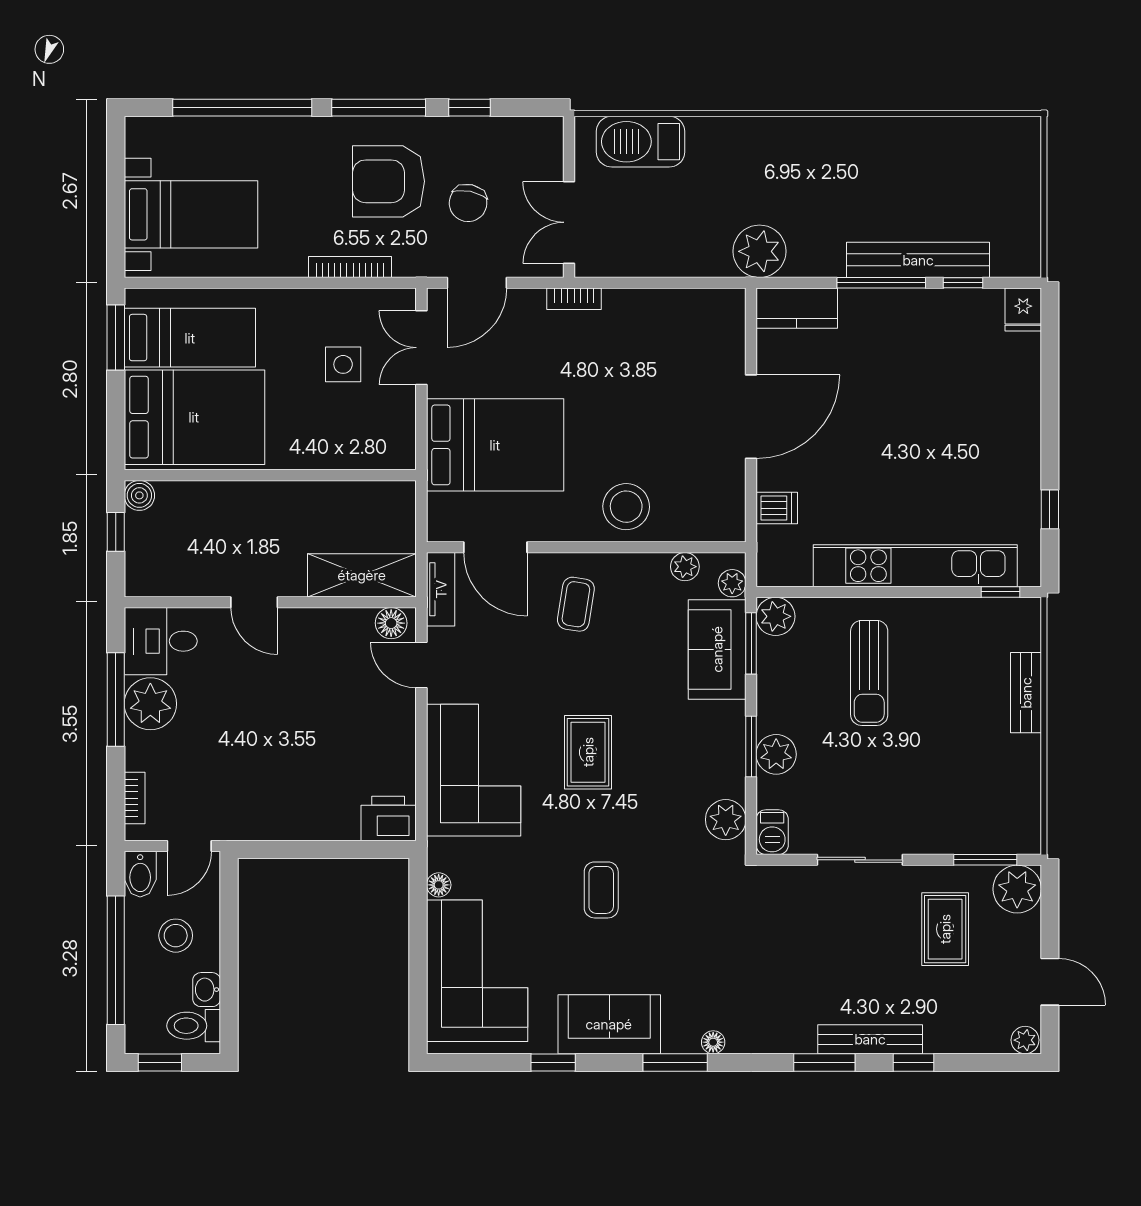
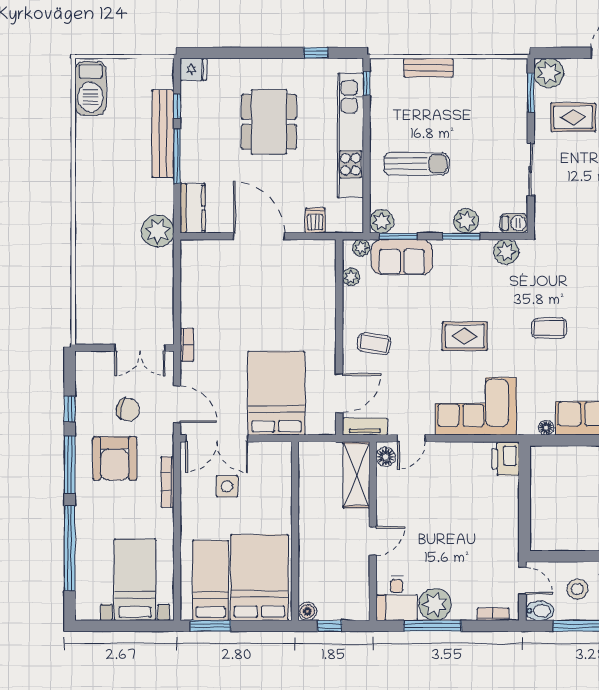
barbecue: (640, 142) -> (90, 88), moved
double door: (421, 348) -> (217, 438), width x1.37
dining table: (938, 433) -> (269, 122), added
stool: (626, 507) -> (314, 313), removed

